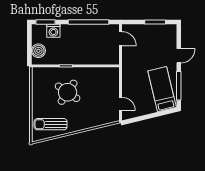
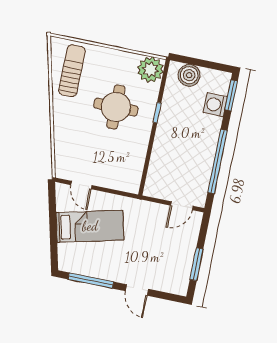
plant: (40, 76) -> (150, 70), added
bed: (162, 89) -> (90, 226), moved
round table: (68, 92) -> (116, 107), turned -34
door: (121, 104) -> (81, 185), hinge flipped

